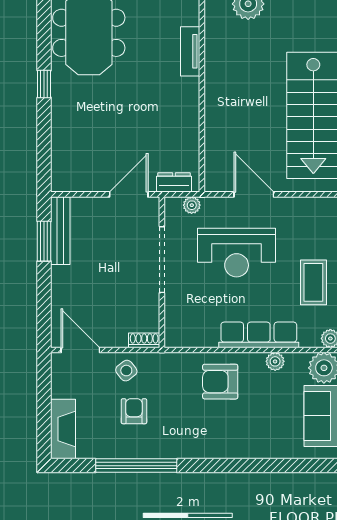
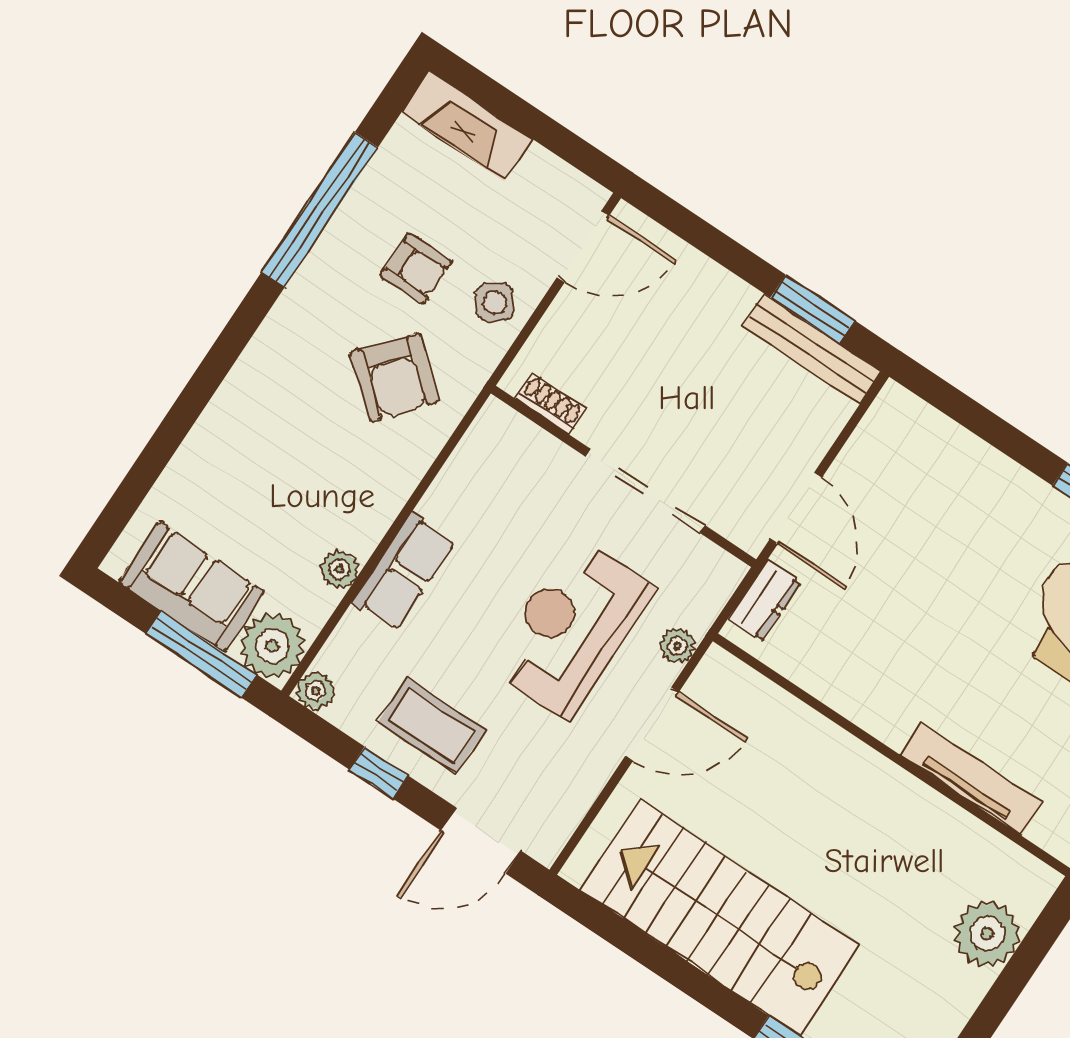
tv unit: (190, 51) -> (972, 779), width x1.41
plant: (192, 205) -> (678, 646), moved
row of seats: (259, 335) -> (404, 571), width x0.68
shoe rack: (144, 340) -> (550, 403), moved, turned -90
armchair: (220, 382) -> (394, 377), moved, turned 130

